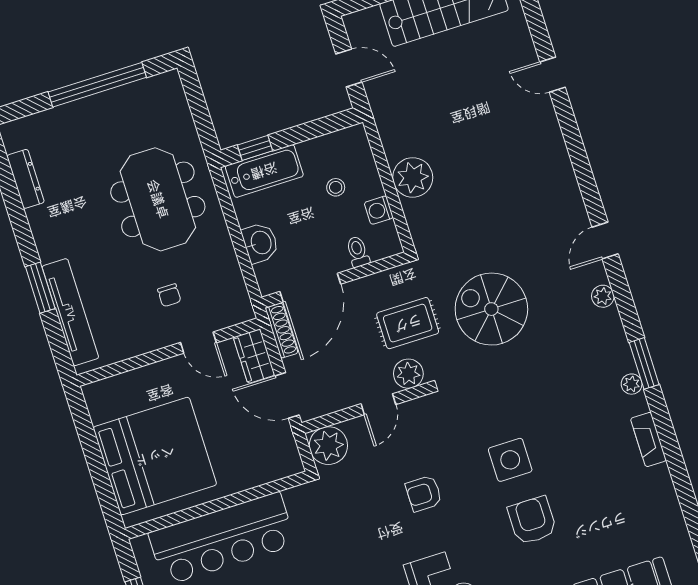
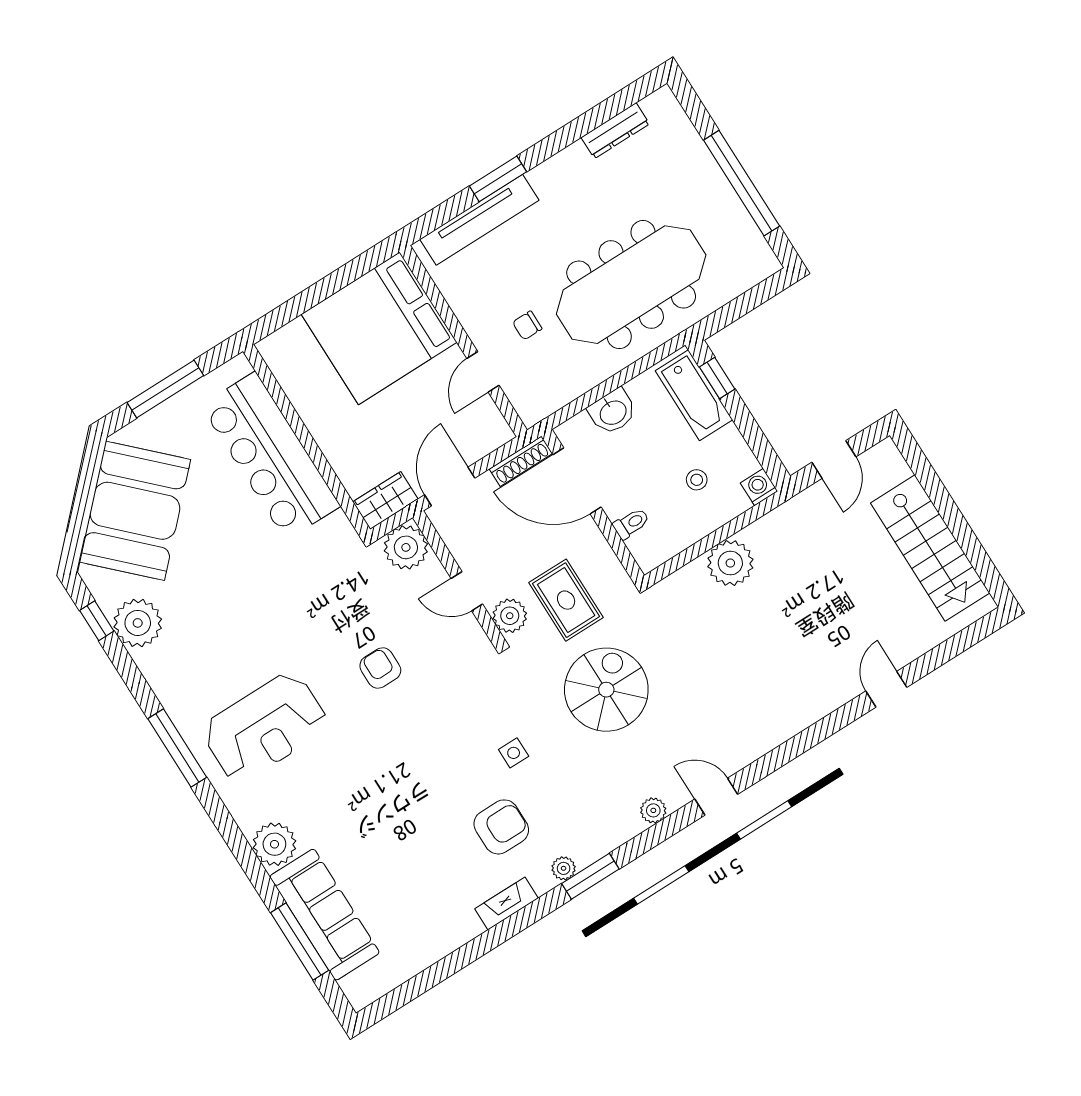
meeting table: (158, 199) -> (631, 285), width x1.36
washing machine: (379, 210) -> (759, 487), moved
wardrobe: (254, 356) -> (385, 500), moved
bed: (155, 456) -> (379, 328), moved, turned 90
side table: (510, 460) -> (514, 753), moved, width x0.54, depth x0.54
armchair: (532, 520) -> (501, 827), moved

